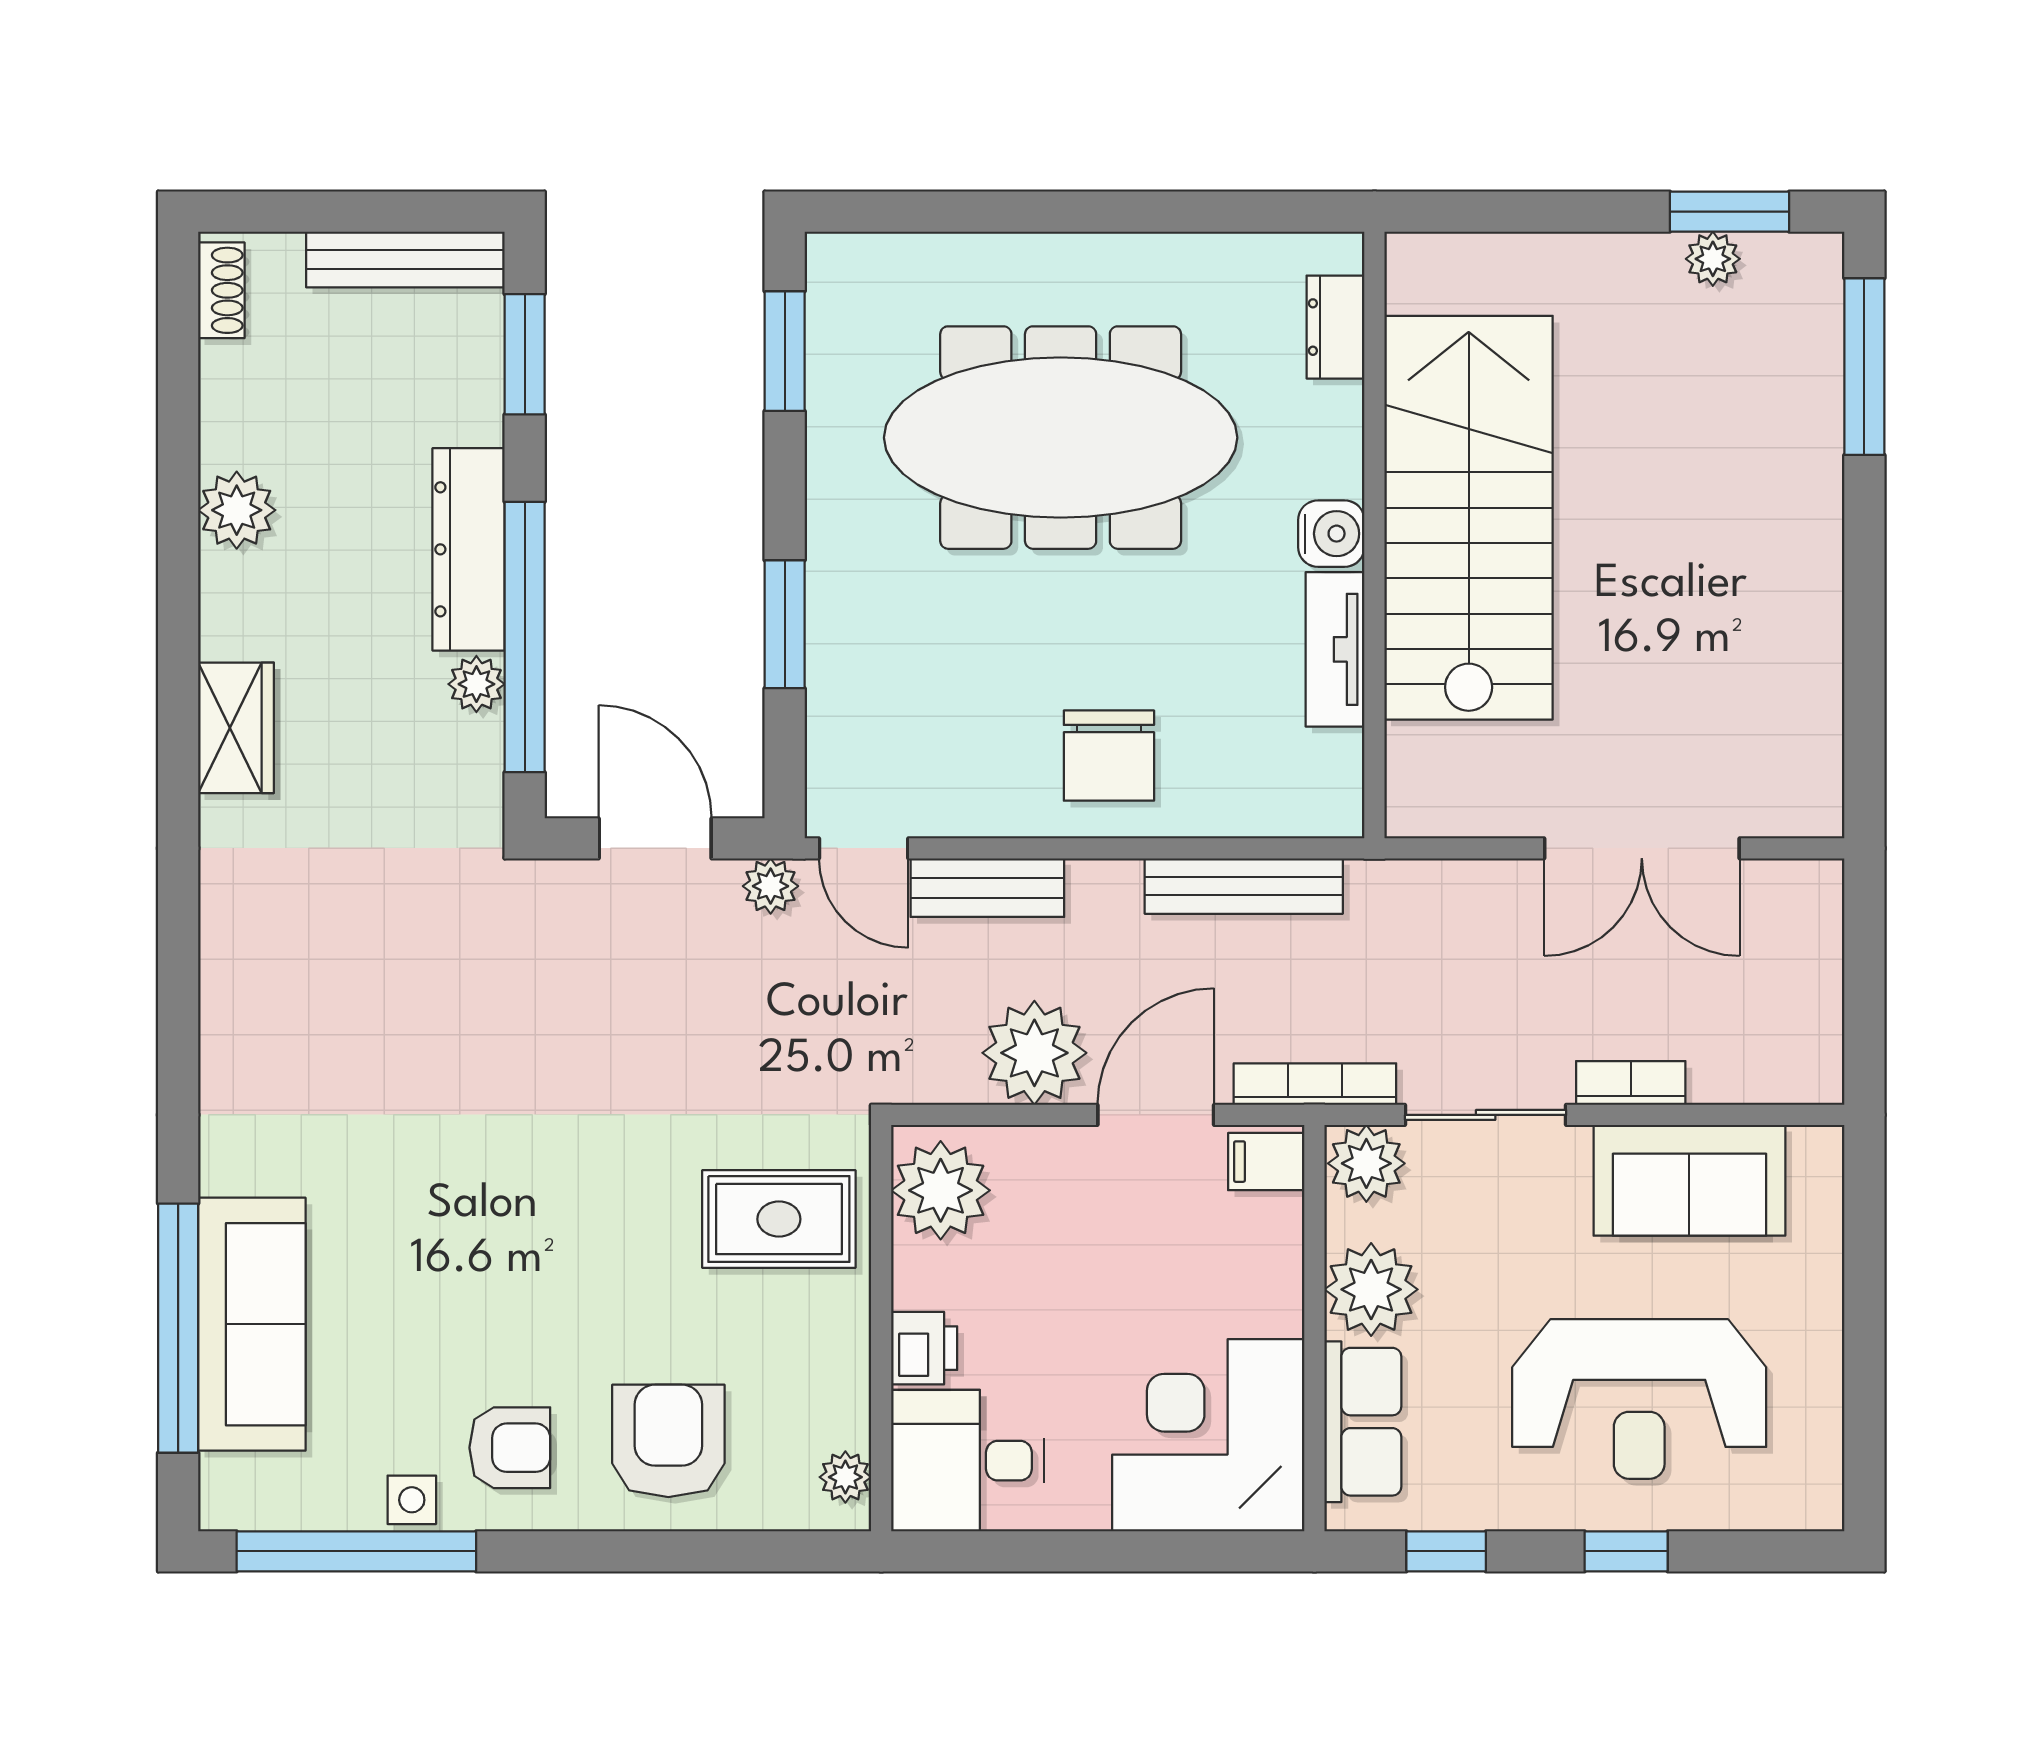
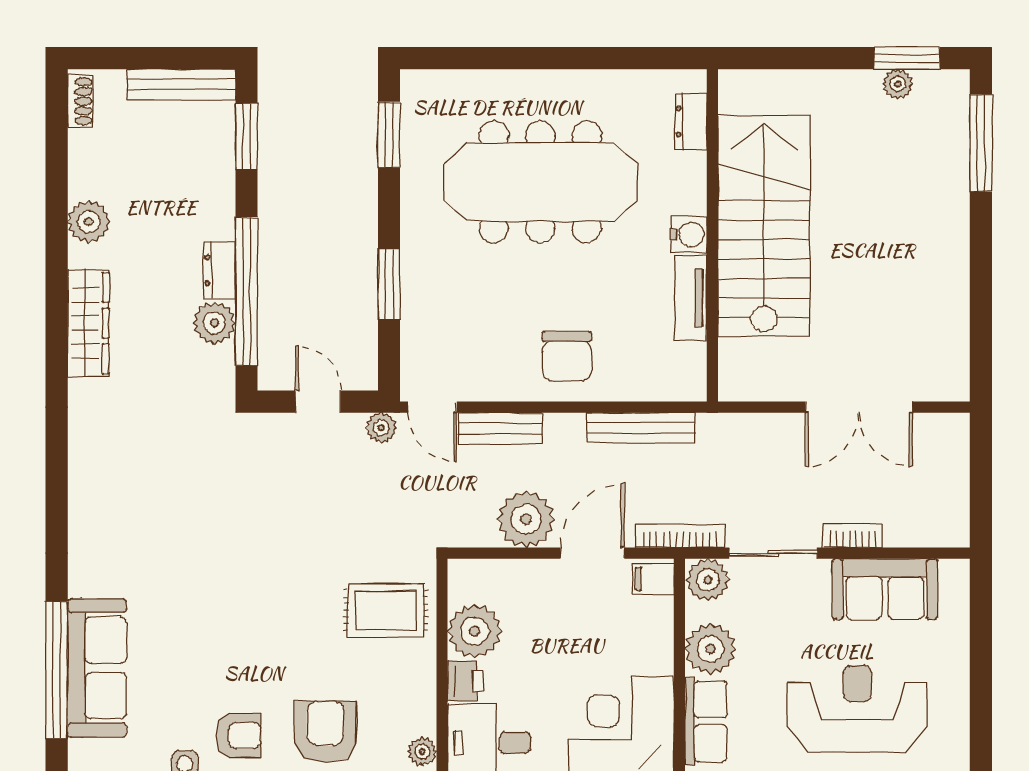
dresser: (469, 549) -> (220, 270), width x0.51, depth x0.80
plant: (476, 684) -> (214, 323), width x1.38, depth x1.38
wardrobe: (236, 728) -> (88, 323), width x1.50
door: (655, 838) -> (318, 402), width x0.73
plant: (941, 1190) -> (474, 631), moved
reception desk: (1639, 1399) -> (857, 709), turned 180

